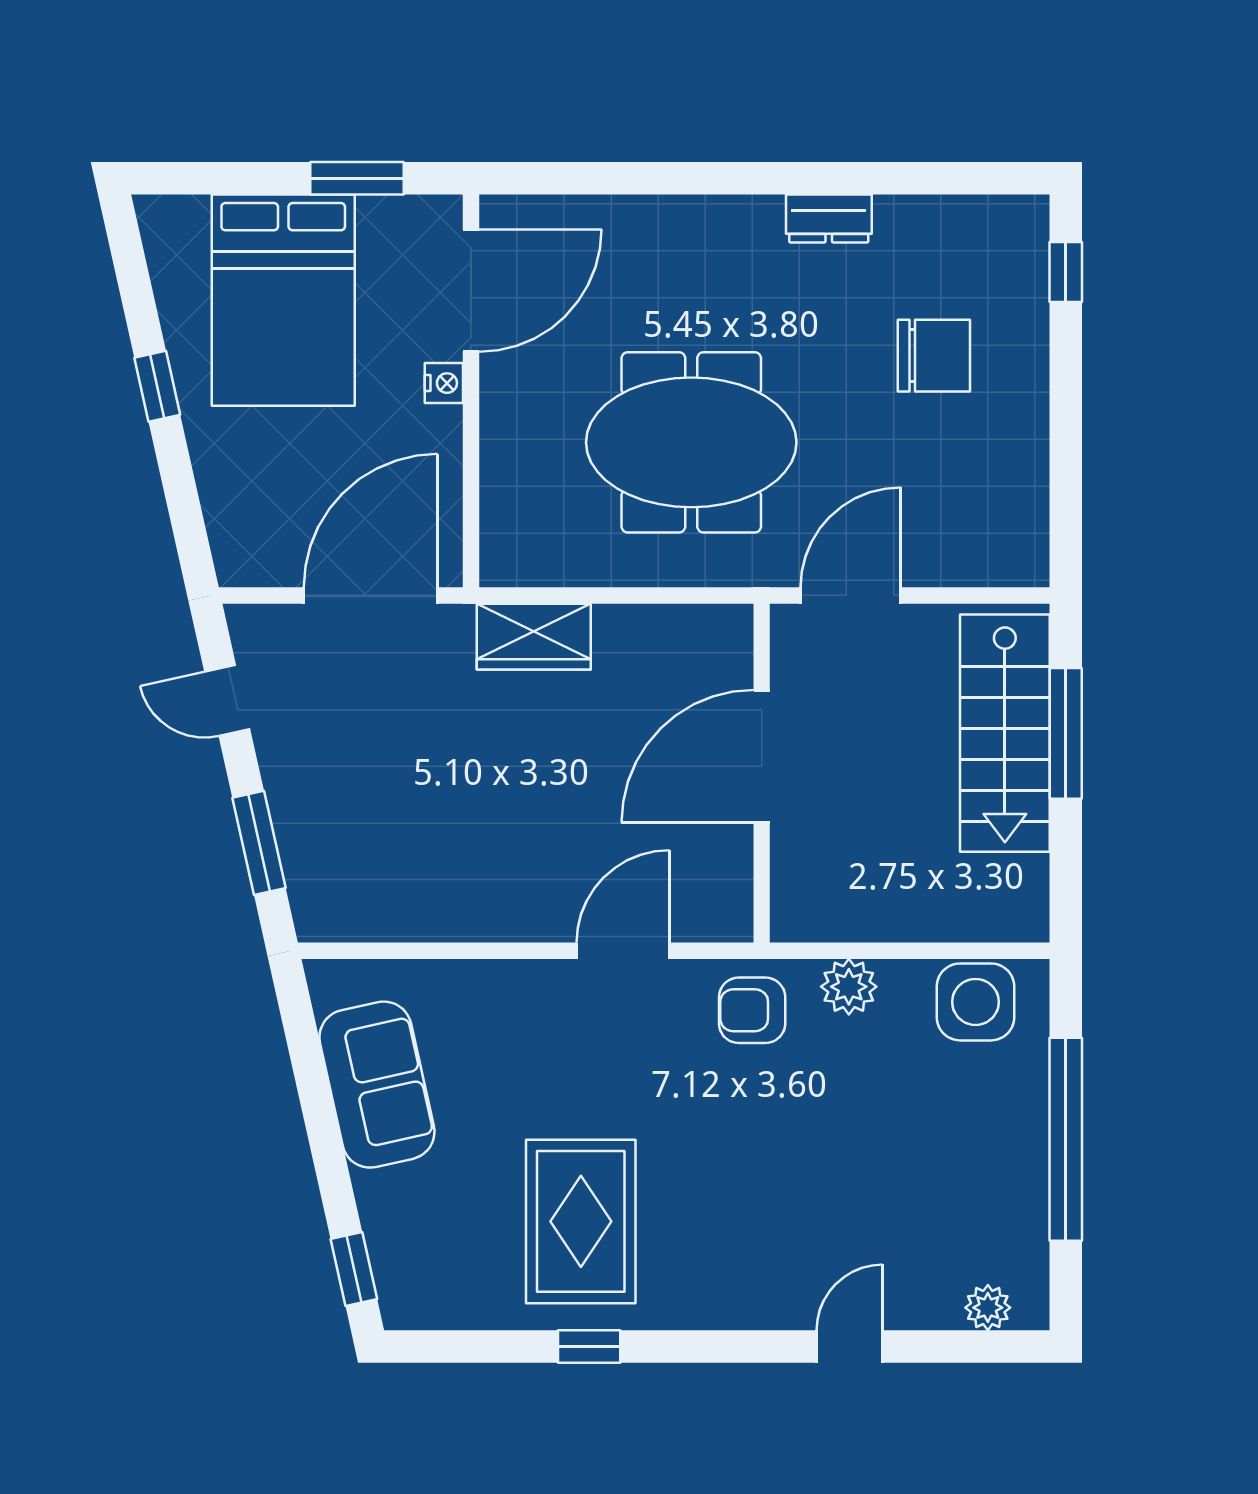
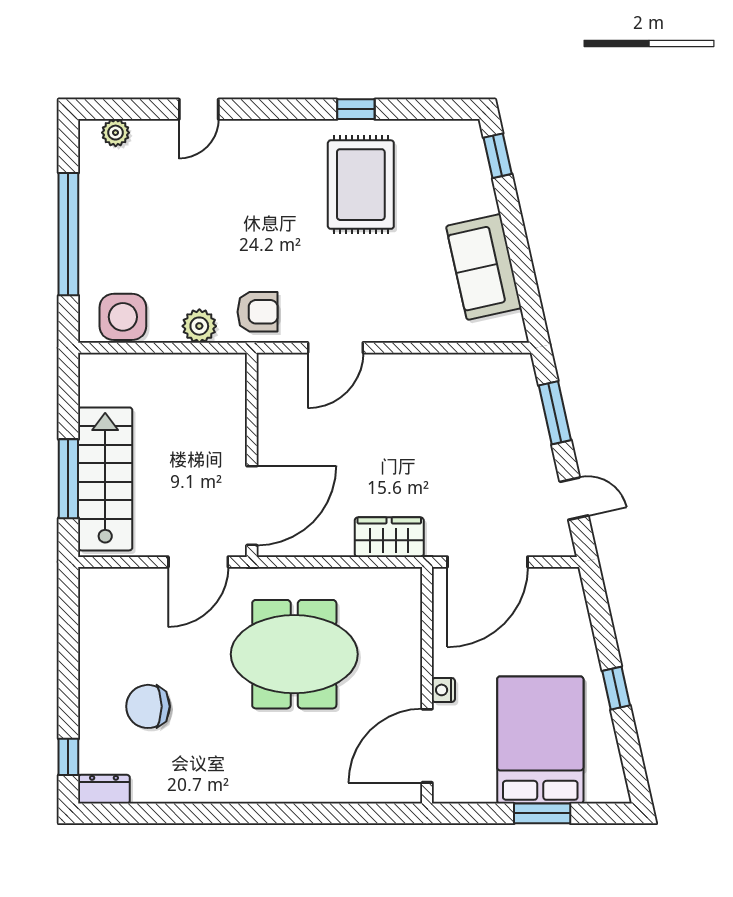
window: (357, 178) -> (542, 813), moved
dresser: (829, 218) -> (104, 789), moved
door: (762, 756) -> (252, 506), moved

